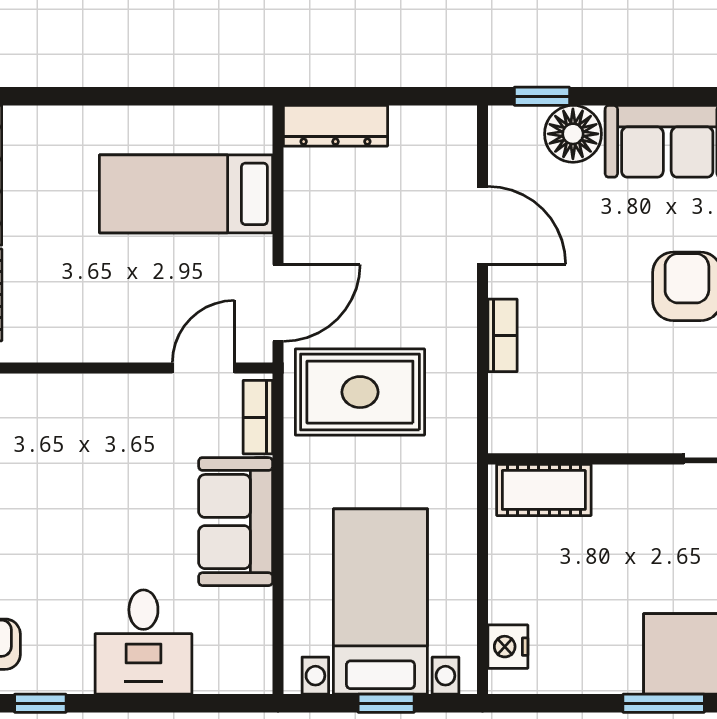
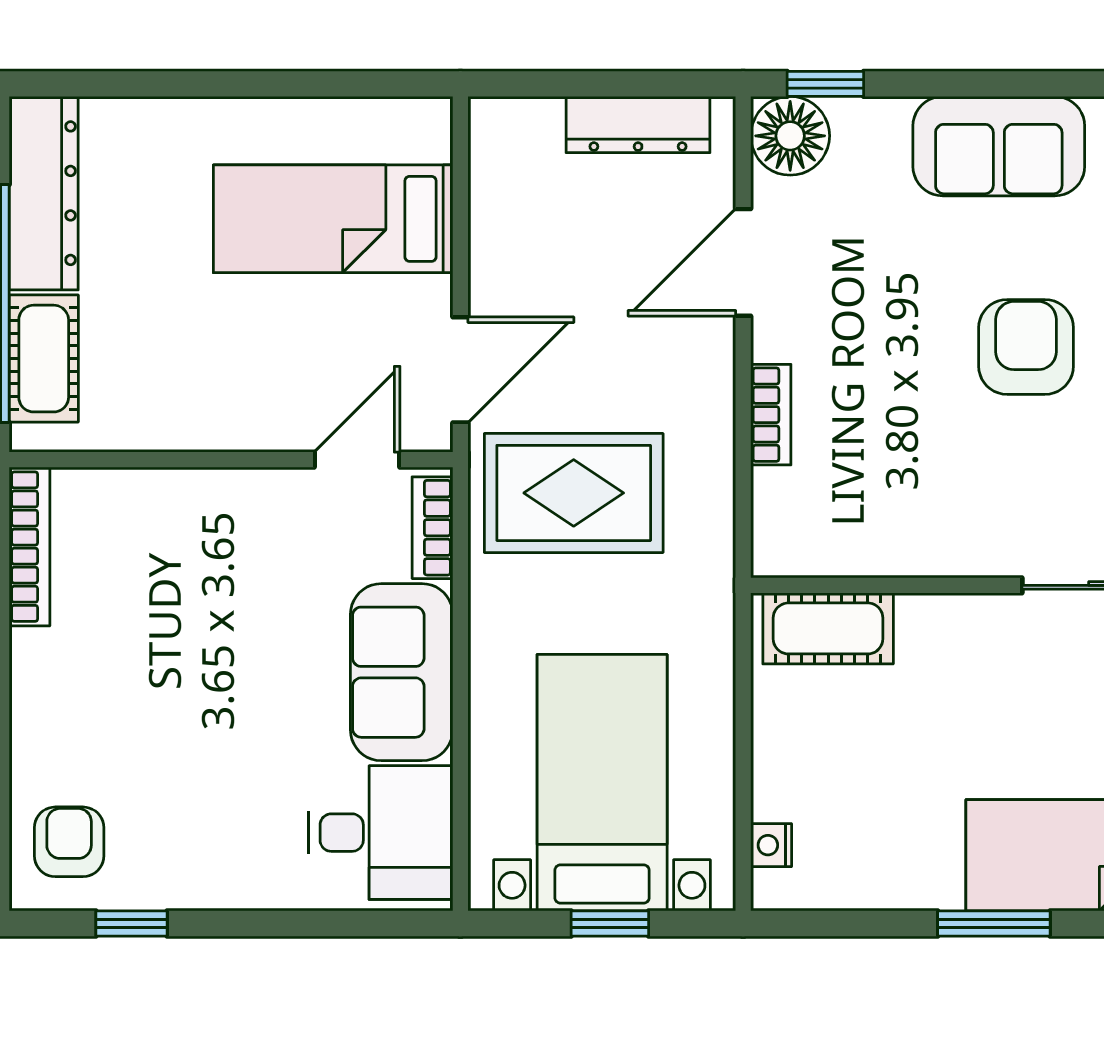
dresser: (335, 126) -> (638, 125), moved
floor lamp: (573, 134) -> (790, 136), moved
door: (482, 225) -> (743, 262), swing flipped
desk: (143, 642) -> (381, 833), moved, turned -90
nightstand: (508, 647) -> (771, 845), width x0.72, depth x0.74

